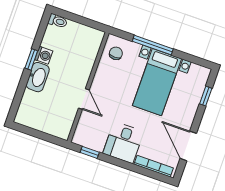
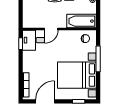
bathtub: (88, 50) -> (81, 21), added
bed with nightstands: (157, 82) -> (77, 75), width x1.36
desk: (123, 142) -> (34, 40), moved

